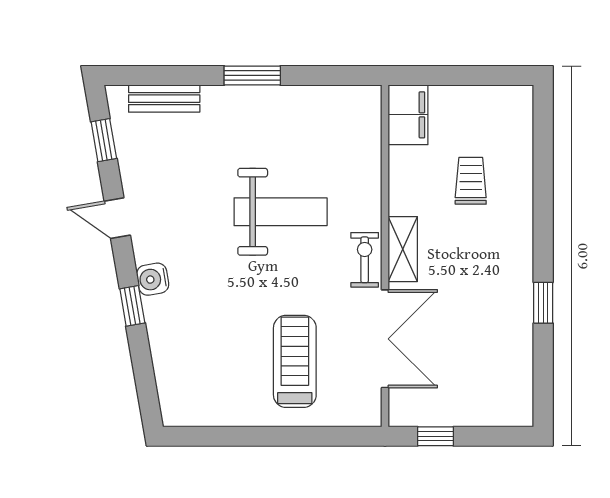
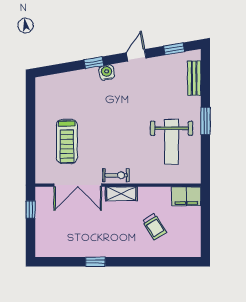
trolley: (471, 181) -> (154, 227), turned 58
weight bench: (281, 212) -> (171, 142), moved
treadmill: (295, 361) -> (67, 141), turned 90

